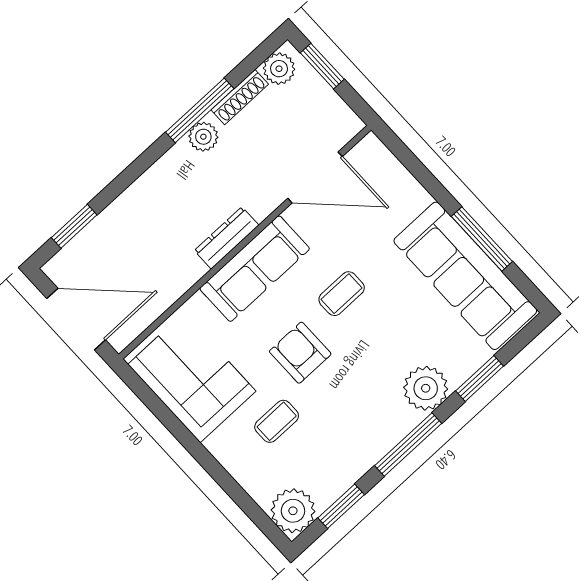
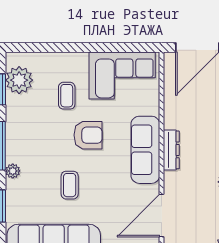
coffee table: (342, 294) -> (70, 185), moved
plant: (426, 388) -> (13, 171), width x0.53, depth x0.53
plant: (293, 511) -> (19, 80), moved

